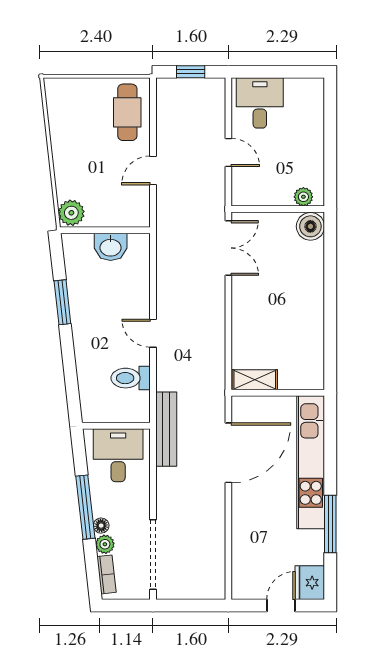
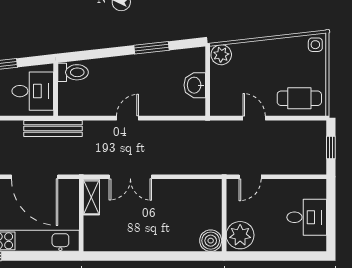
side table: (58, 92) -> (315, 45), added
desk: (260, 103) -> (307, 217), moved
door: (228, 152) -> (250, 177), moved
plant: (303, 197) -> (240, 235), width x1.88, depth x1.88
double door: (228, 248) -> (130, 177), moved
toilet: (131, 378) -> (73, 72), moved, turned 90

